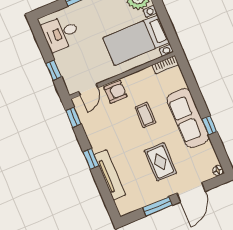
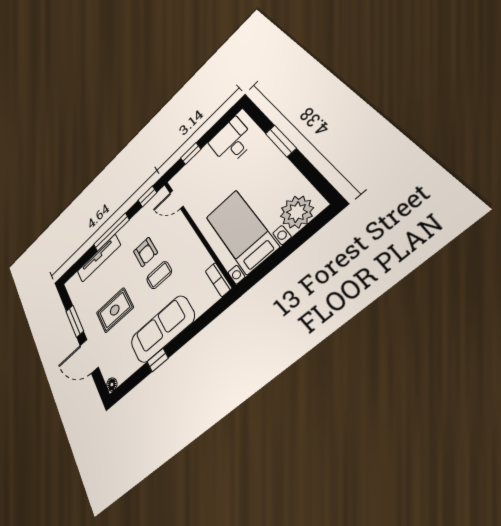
armchair: (115, 92) -> (145, 252), moved
window: (91, 159) -> (111, 232), width x2.17

